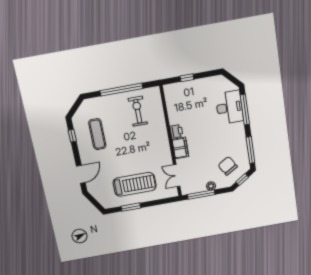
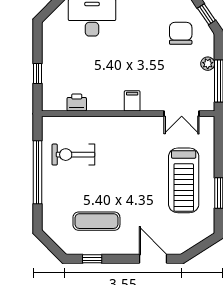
printer: (176, 131) -> (77, 103), moved
filing cabinet: (180, 148) -> (132, 101), width x0.50
chair: (228, 166) -> (181, 33), turned 121
treadmill: (135, 184) -> (184, 180), turned 180

